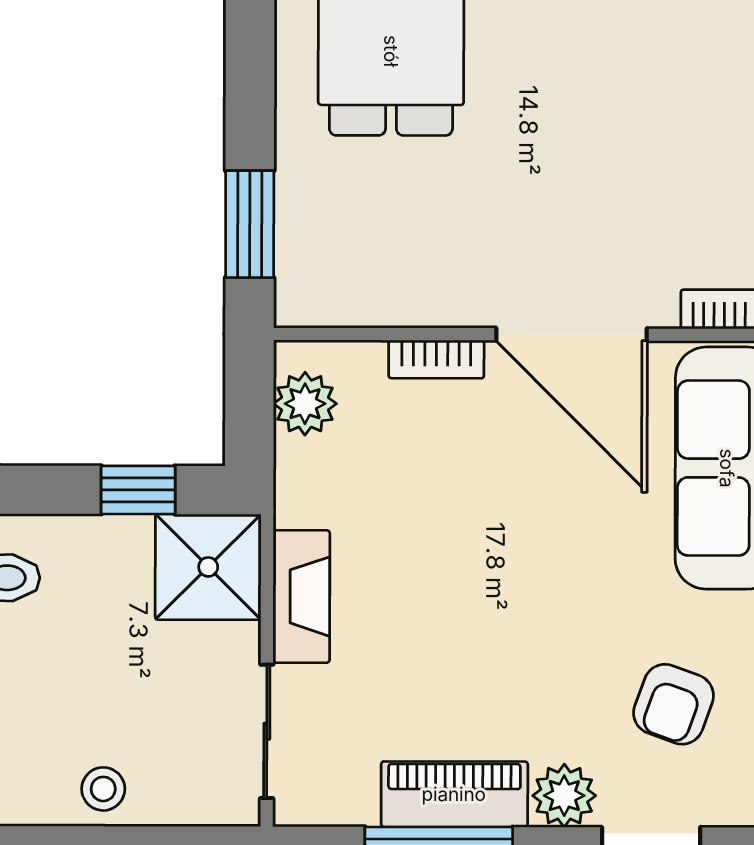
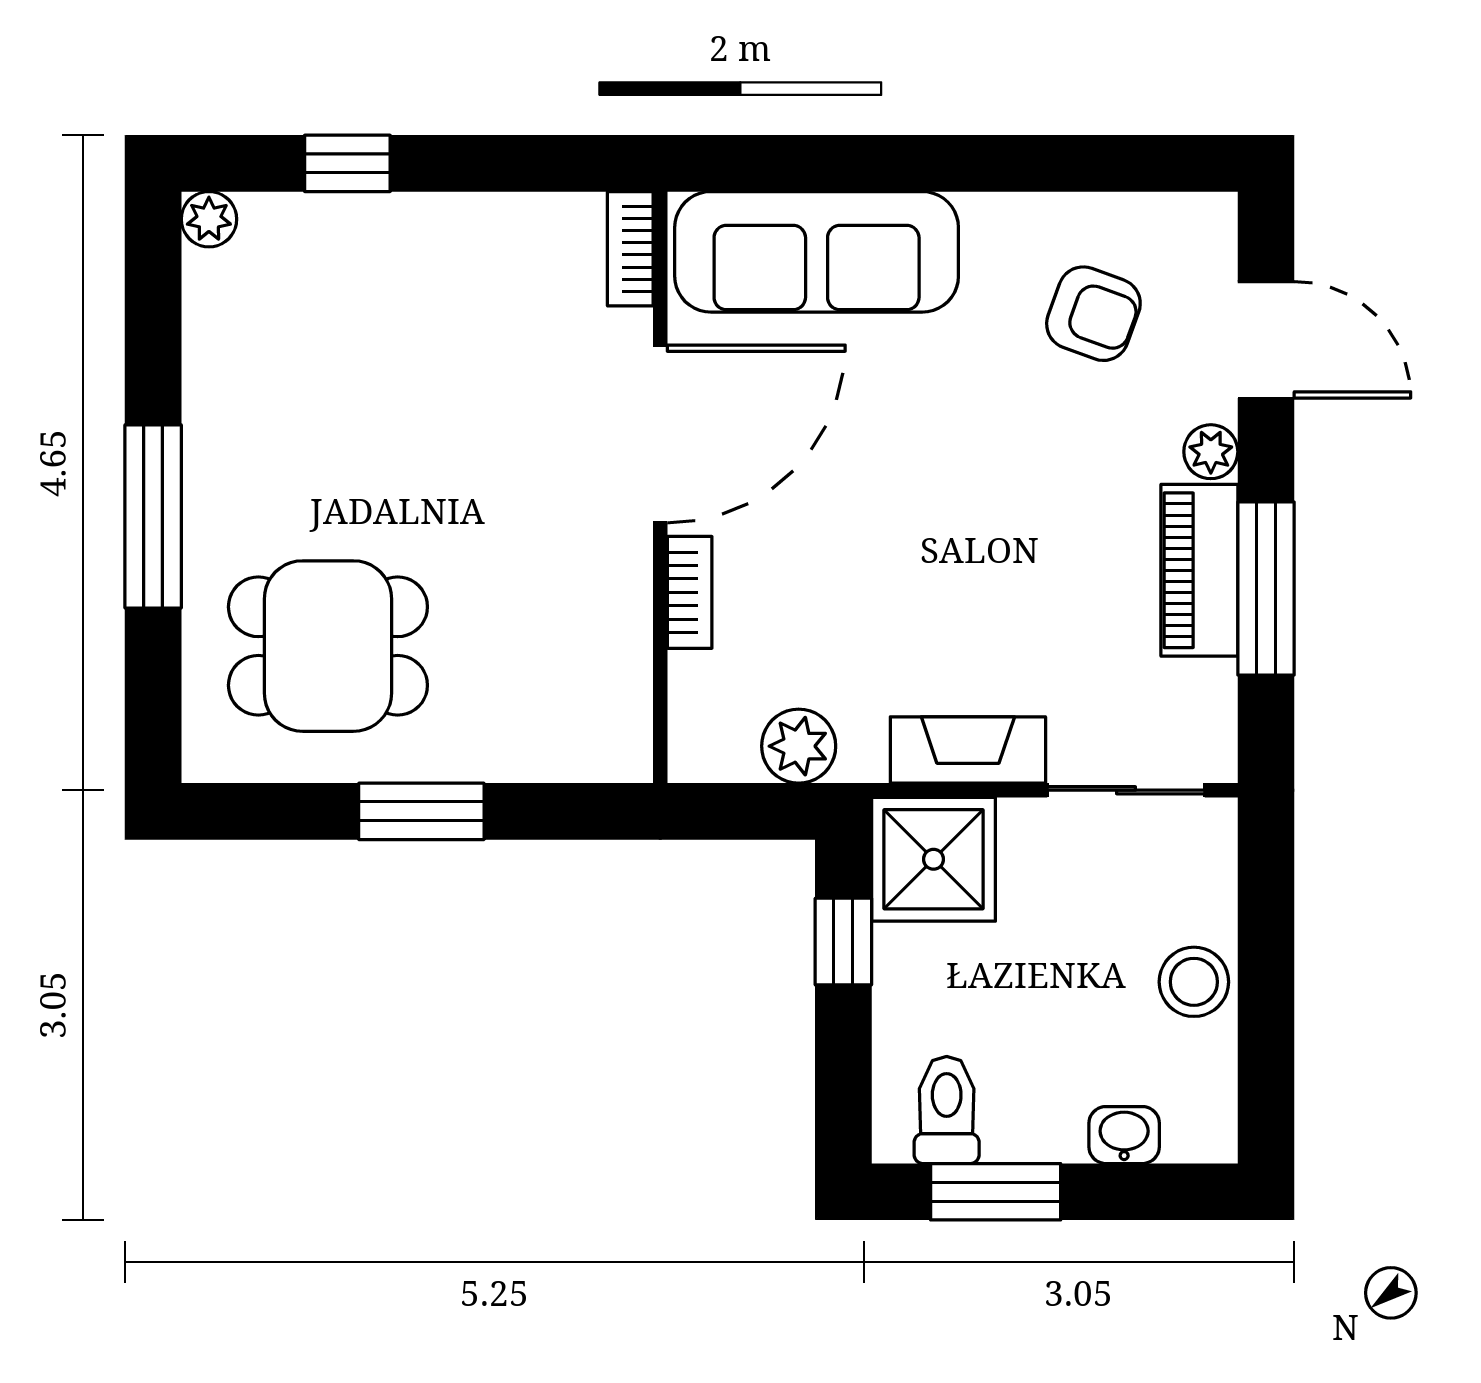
window: (250, 224) -> (421, 811), moved
plant: (305, 404) -> (799, 746), moved
stool: (103, 789) -> (1194, 982), width x1.37, depth x1.37
plant: (564, 796) -> (1211, 452), width x0.73, depth x0.73

